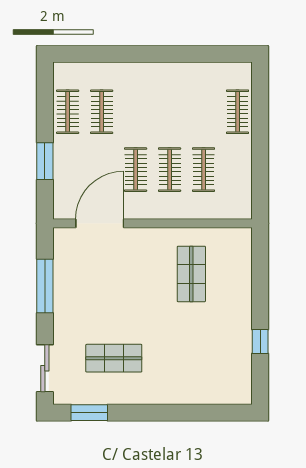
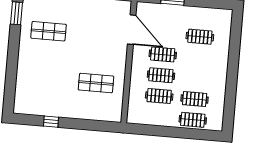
clothes rail: (68, 112) -> (195, 99), moved
shop shelf: (114, 358) -> (49, 31), turned 90

